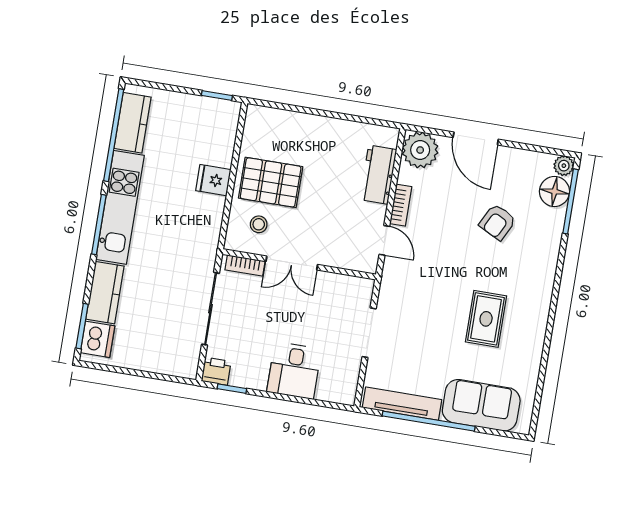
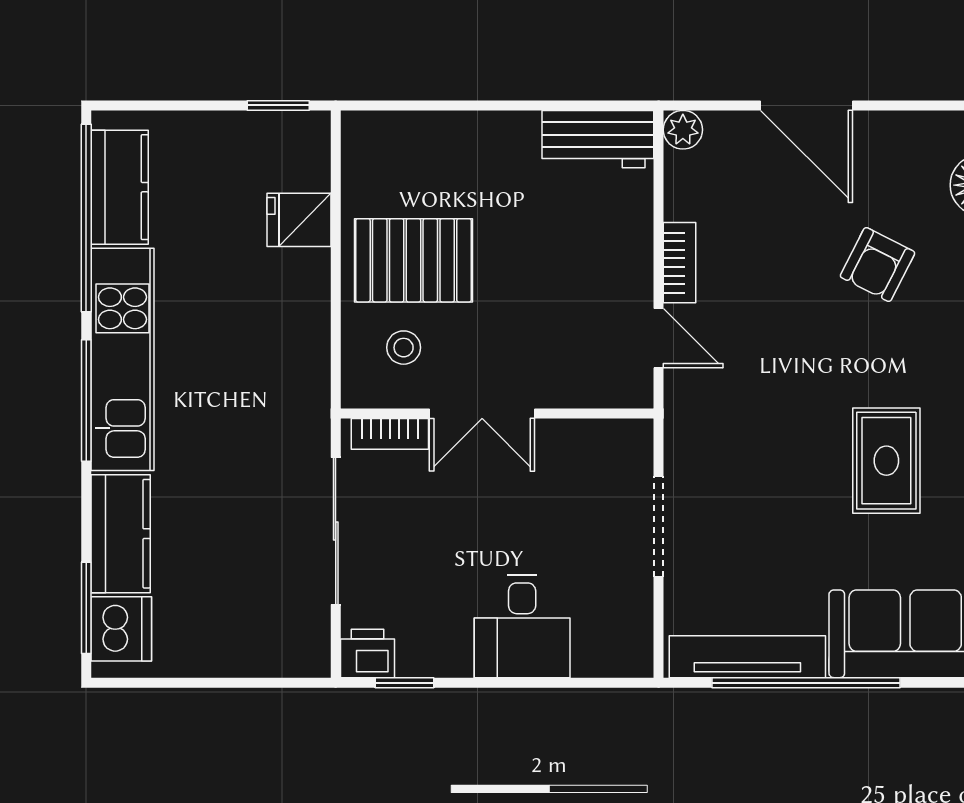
plant: (420, 150) -> (683, 130), width x0.53, depth x0.53
workbench: (378, 175) -> (598, 139), moved, turned -90
fridge: (213, 180) -> (299, 220), moved

